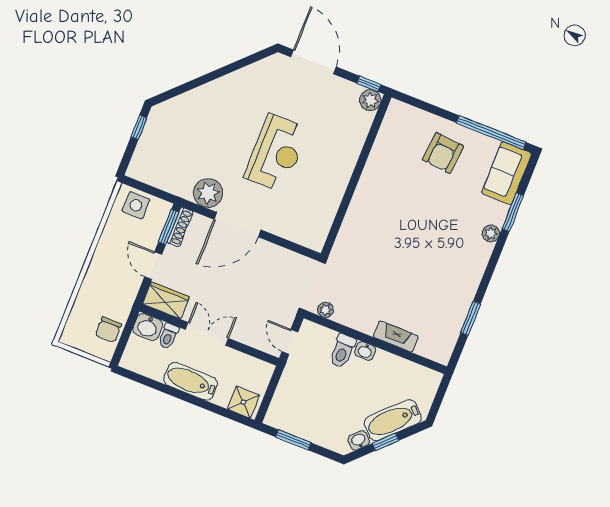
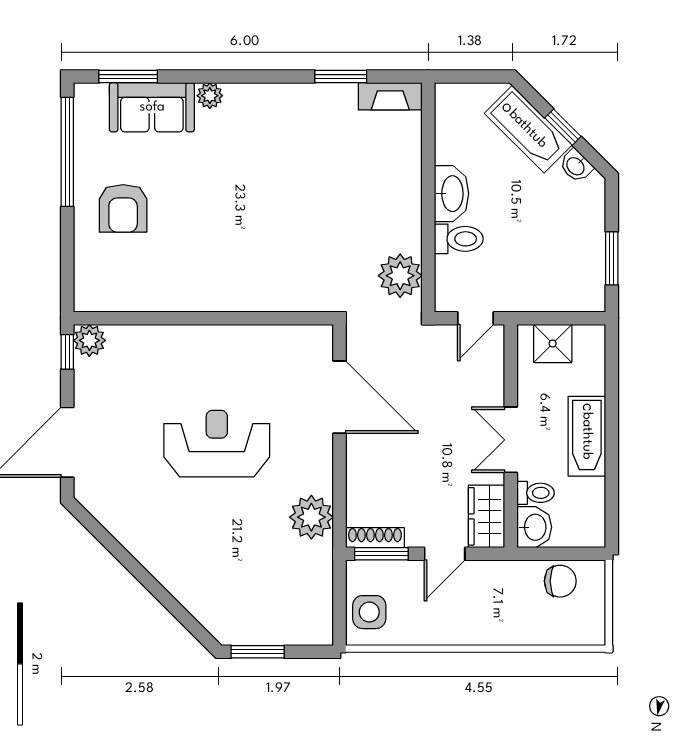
window: (139, 127) -> (258, 652), width x1.50
armchair: (443, 153) -> (123, 208), turned 85
sofa: (507, 173) -> (152, 107), moved
window: (513, 212) -> (128, 77), moved
door: (237, 225) -> (340, 397), moved
plant: (325, 310) -> (400, 276), width x1.87, depth x1.87
fireplace: (396, 336) -> (390, 96), moved, turned -90
washbasin: (365, 351) -> (451, 194), width x1.91, depth x1.45
shower: (243, 402) -> (553, 343), moved

